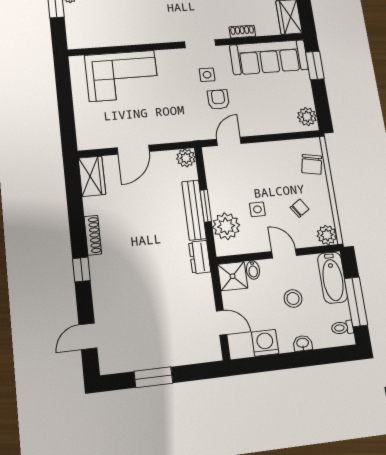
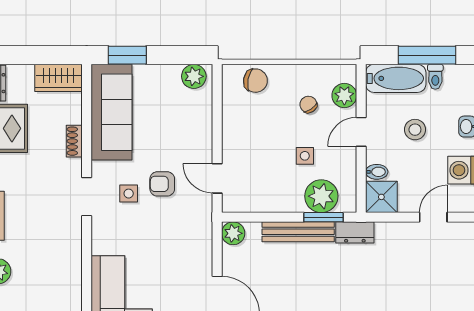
window: (206, 206) -> (323, 217), moved
plant: (327, 235) -> (344, 96), moved
toilet: (342, 328) -> (435, 77), moved

